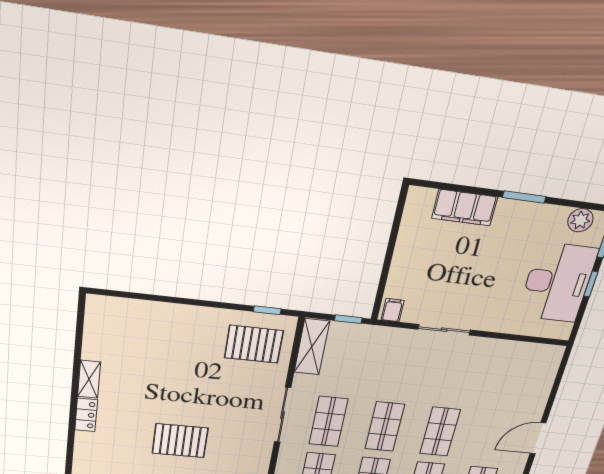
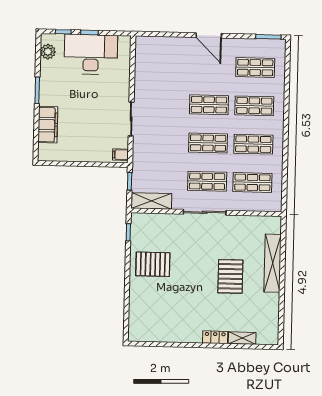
pallet: (254, 344) -> (153, 264), moved, turned 90
shelving: (89, 379) -> (242, 338), moved

